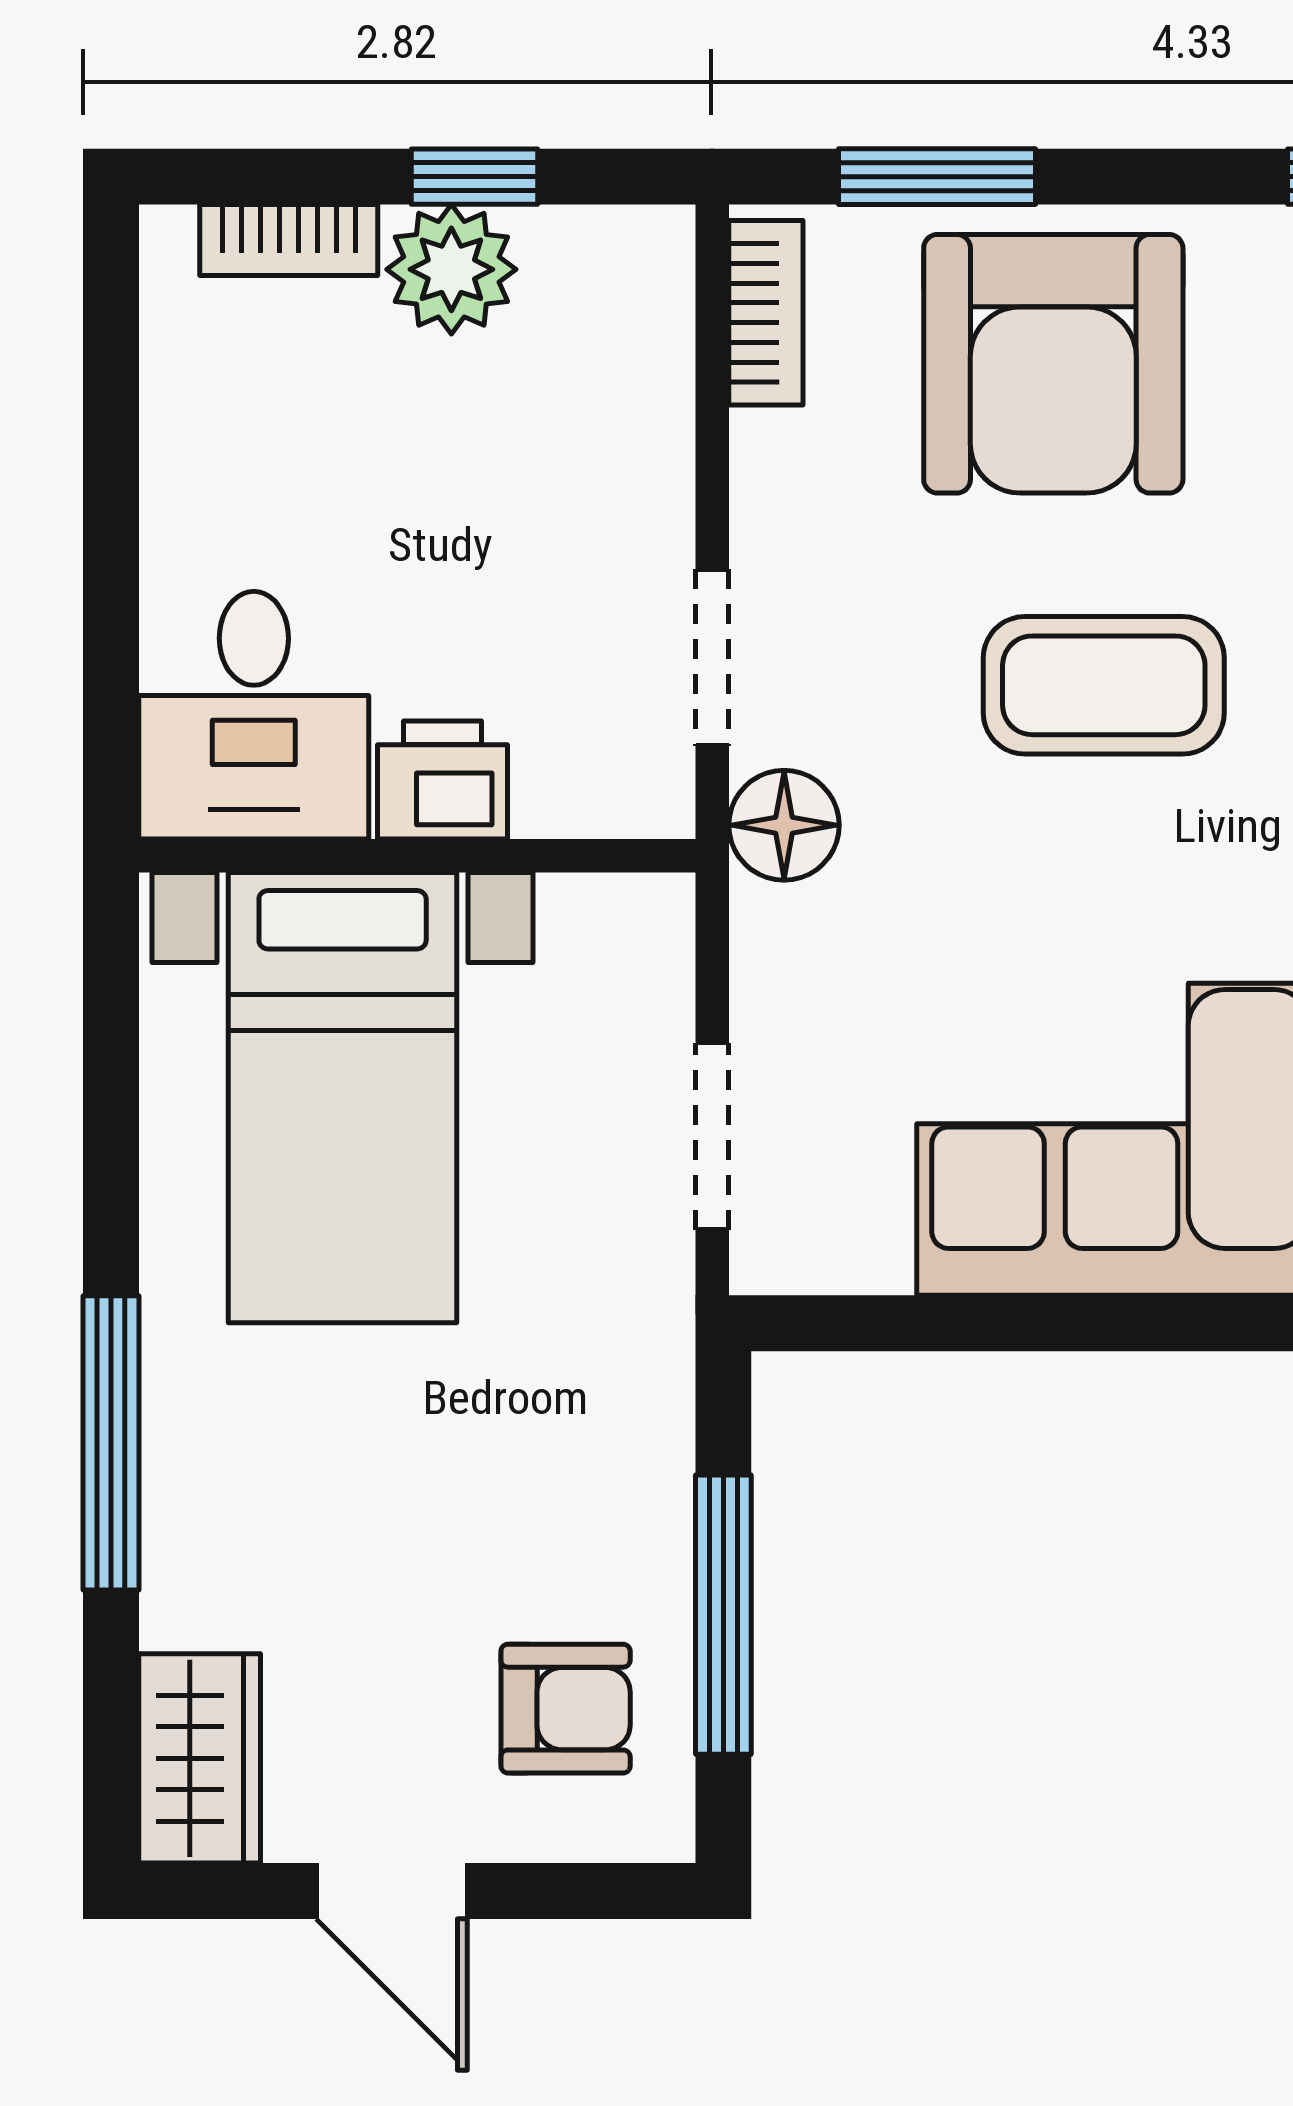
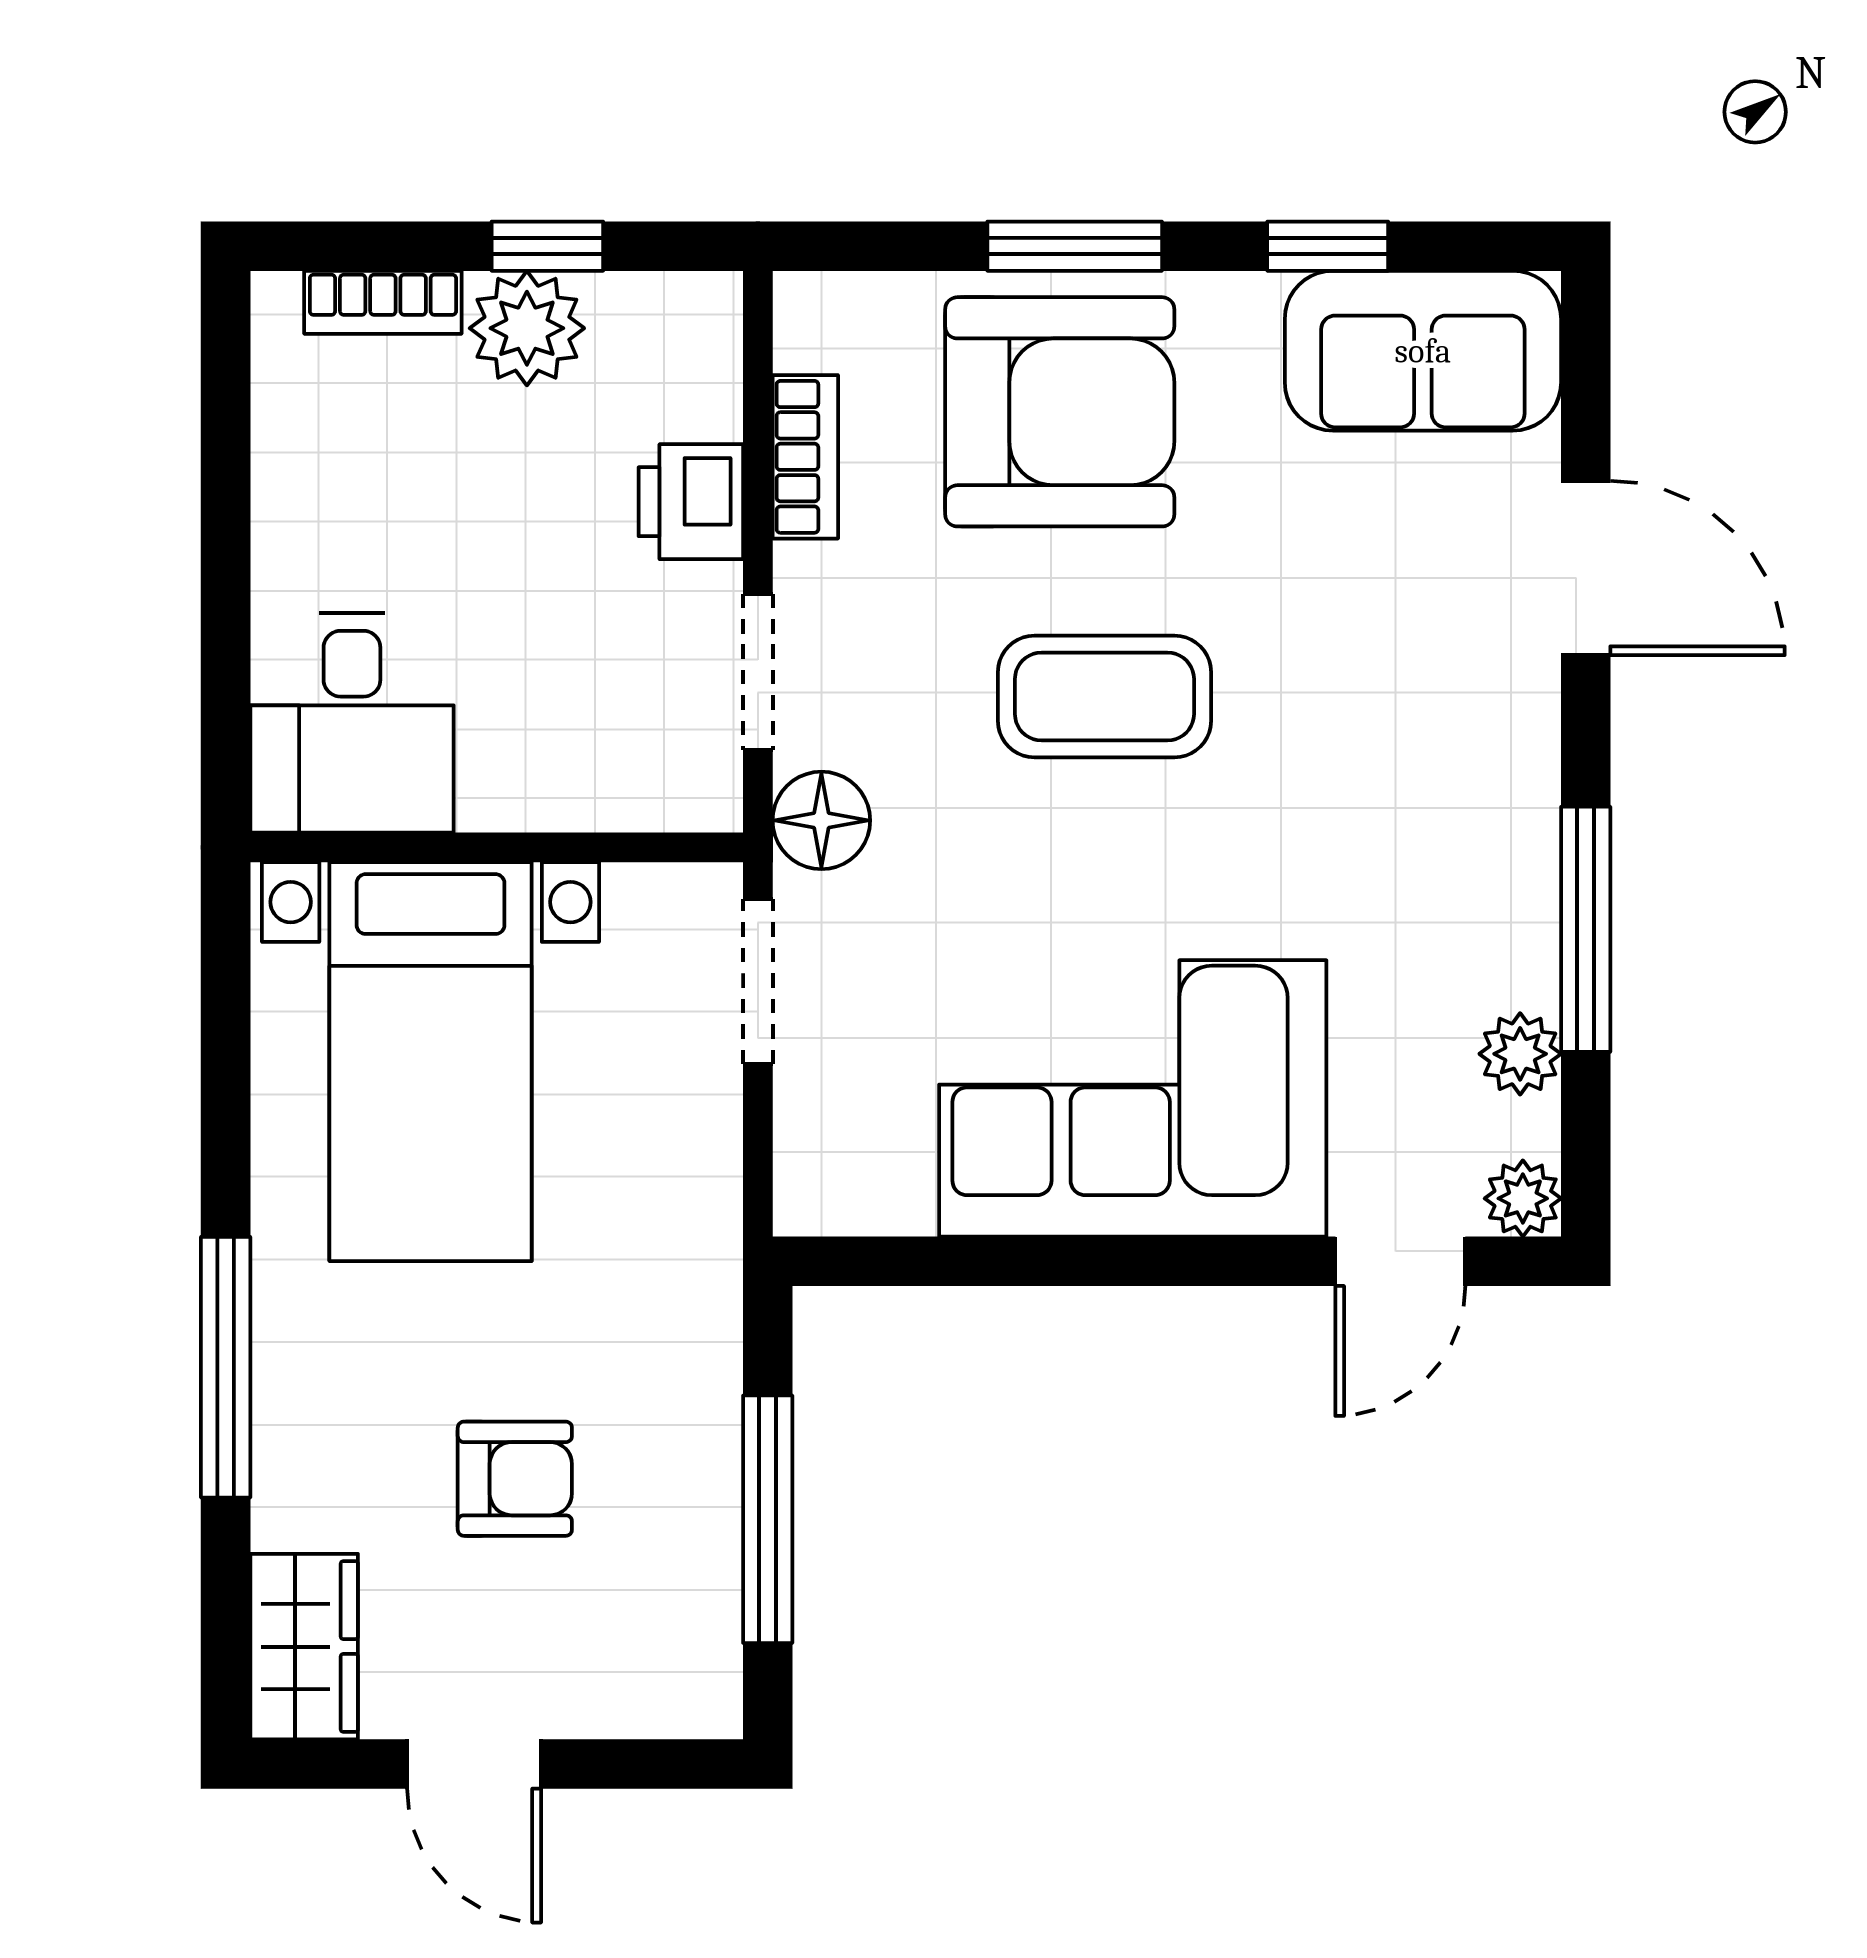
window: (937, 177) -> (1075, 246), moved
bookcase: (766, 313) -> (805, 457), moved
armchair: (1053, 364) -> (1060, 412), turned -90
printer: (443, 780) -> (691, 502), moved, turned -90
doorway: (712, 1136) -> (758, 981), moved
armchair: (566, 1709) -> (515, 1479), moved

